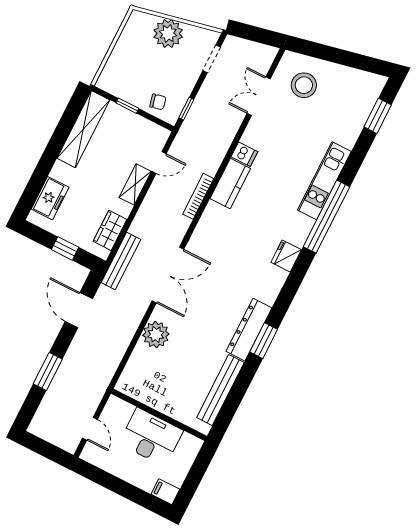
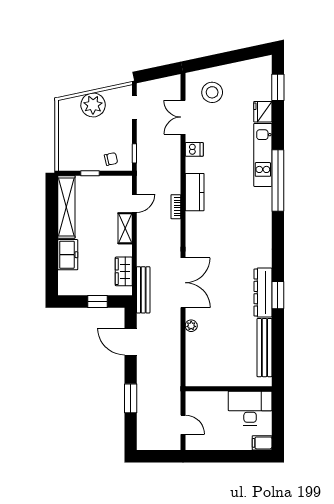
dishwasher: (244, 154) -> (194, 149), moved
bookcase: (198, 196) -> (176, 207), width x0.64
freezer: (50, 198) -> (68, 255), moved
fridge: (286, 256) -> (263, 112), moved
plant: (156, 335) -> (191, 326), width x0.53, depth x0.53
desk: (151, 437) -> (250, 408), moved

